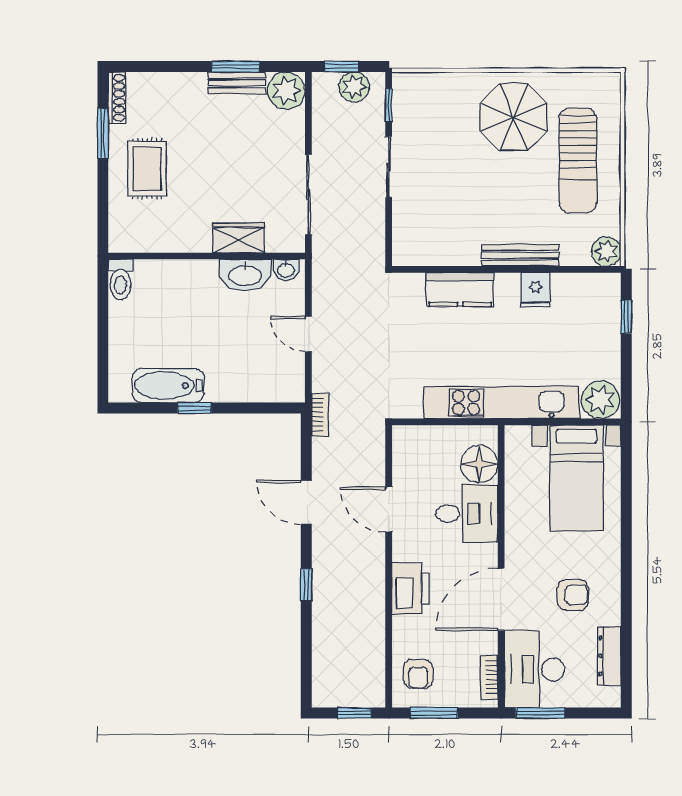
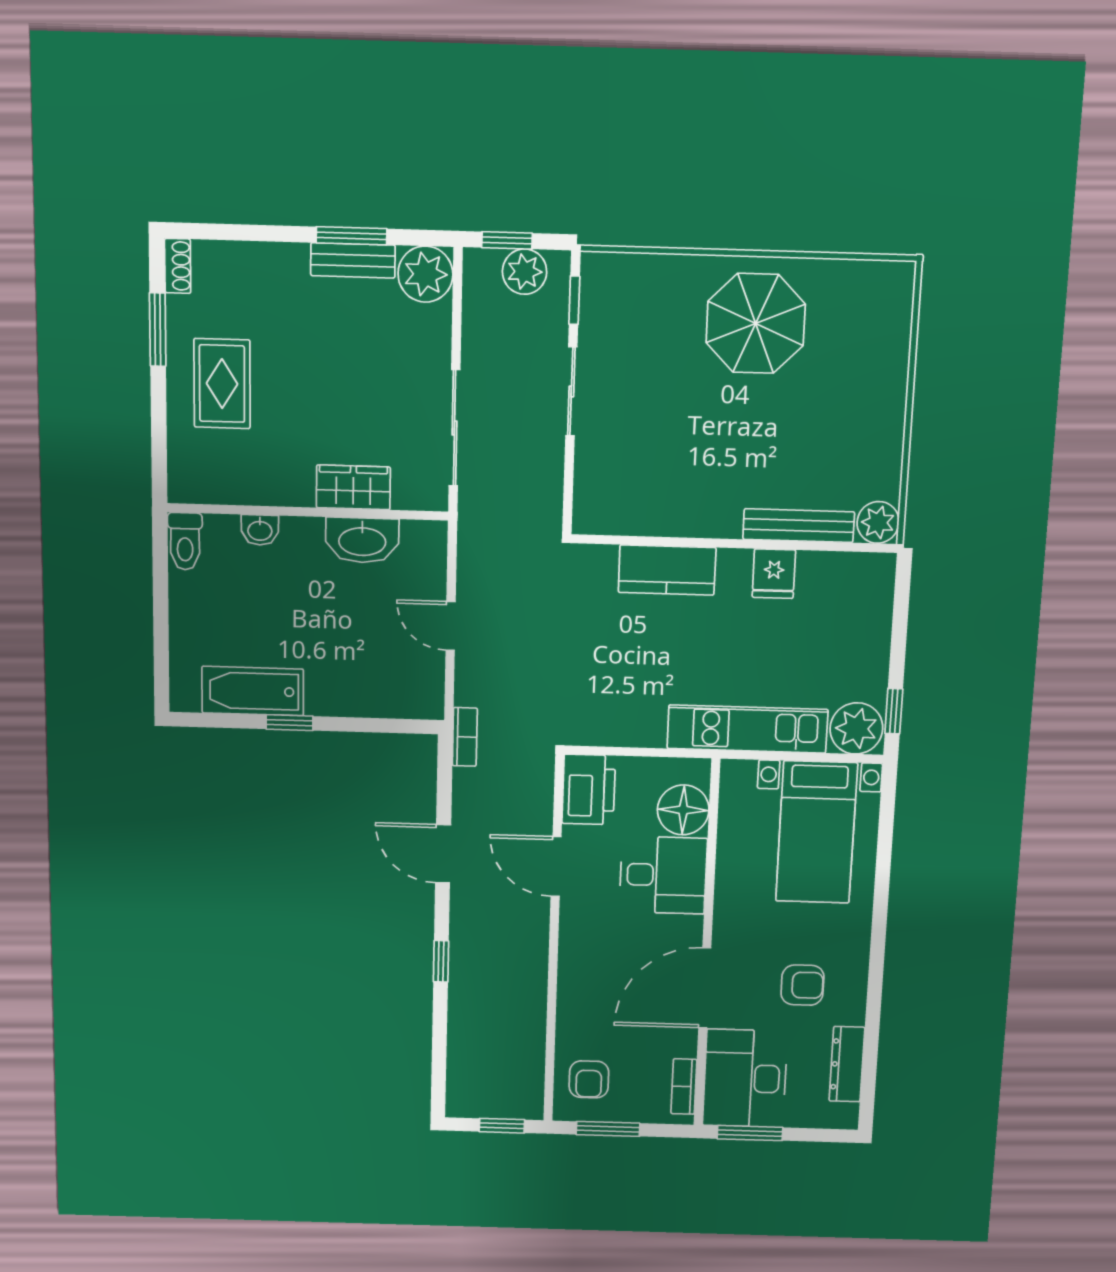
shoe rack: (117, 98) -> (178, 266), width x0.70
sun lounger: (578, 161) -> (845, 390), removed
bench: (520, 255) -> (799, 526), moved
washbasin: (286, 270) -> (260, 530), moved
window: (626, 317) -> (894, 711), moved
kitchen unit: (502, 403) -> (747, 729), width x0.73
printer: (410, 589) -> (589, 790), moved

